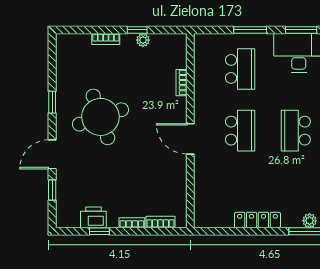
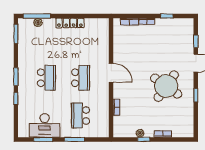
round table: (100, 117) -> (166, 86), turned -36
school desk: (240, 131) -> (81, 78), turned 180
printer: (93, 217) -> (170, 25), removed

